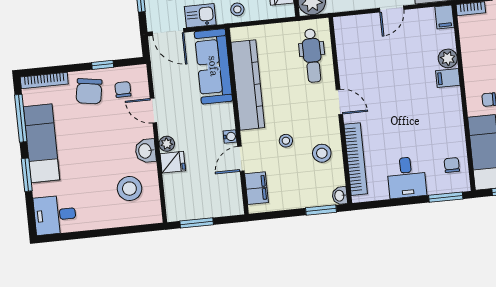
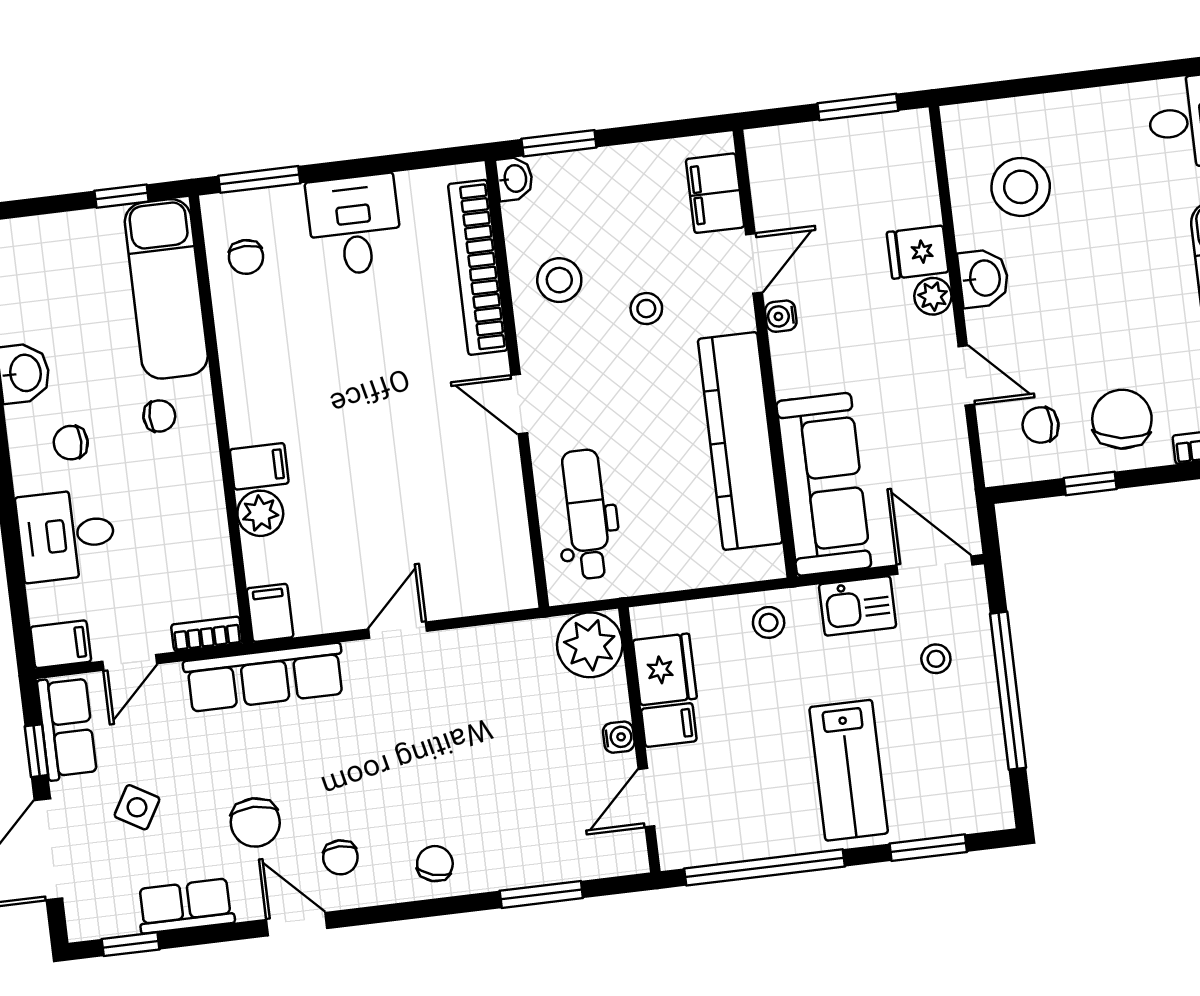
chair: (123, 89) -> (1041, 425), turned 90

